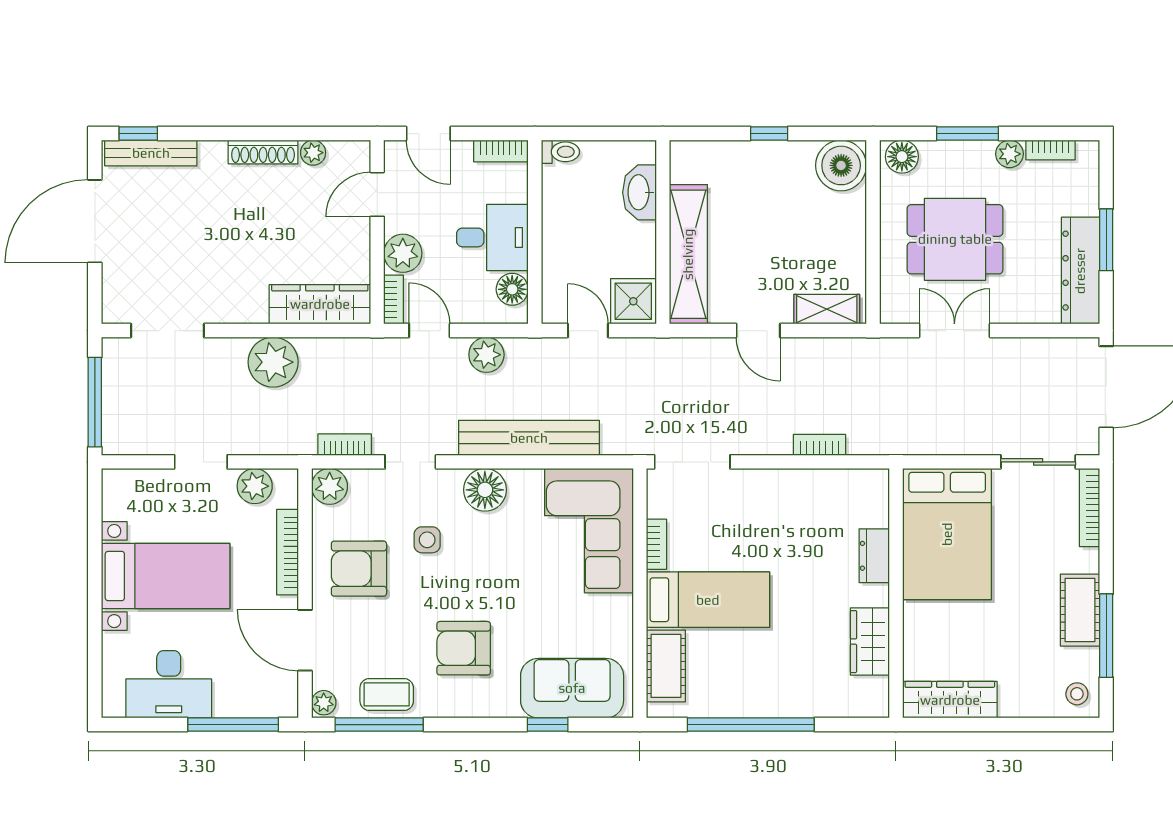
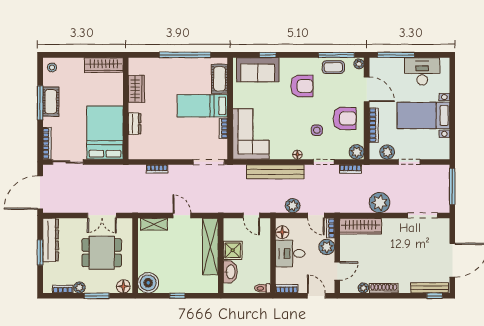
shower: (633, 301) -> (233, 250), moved
floor lamp: (485, 490) -> (297, 155), width x0.53, depth x0.53
window: (1106, 636) -> (40, 103), moved

